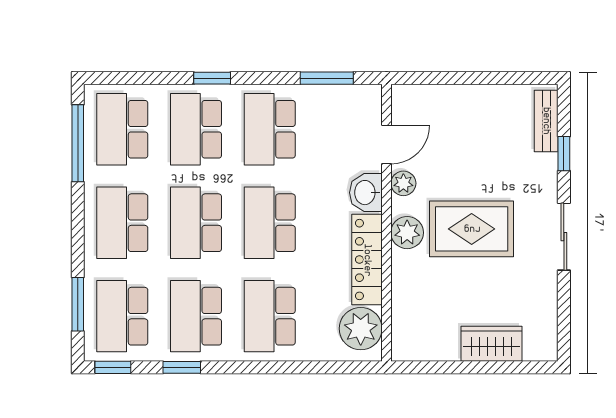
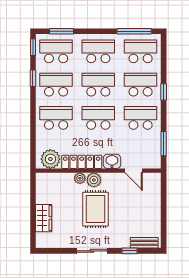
plant: (403, 183) -> (80, 178), moved

